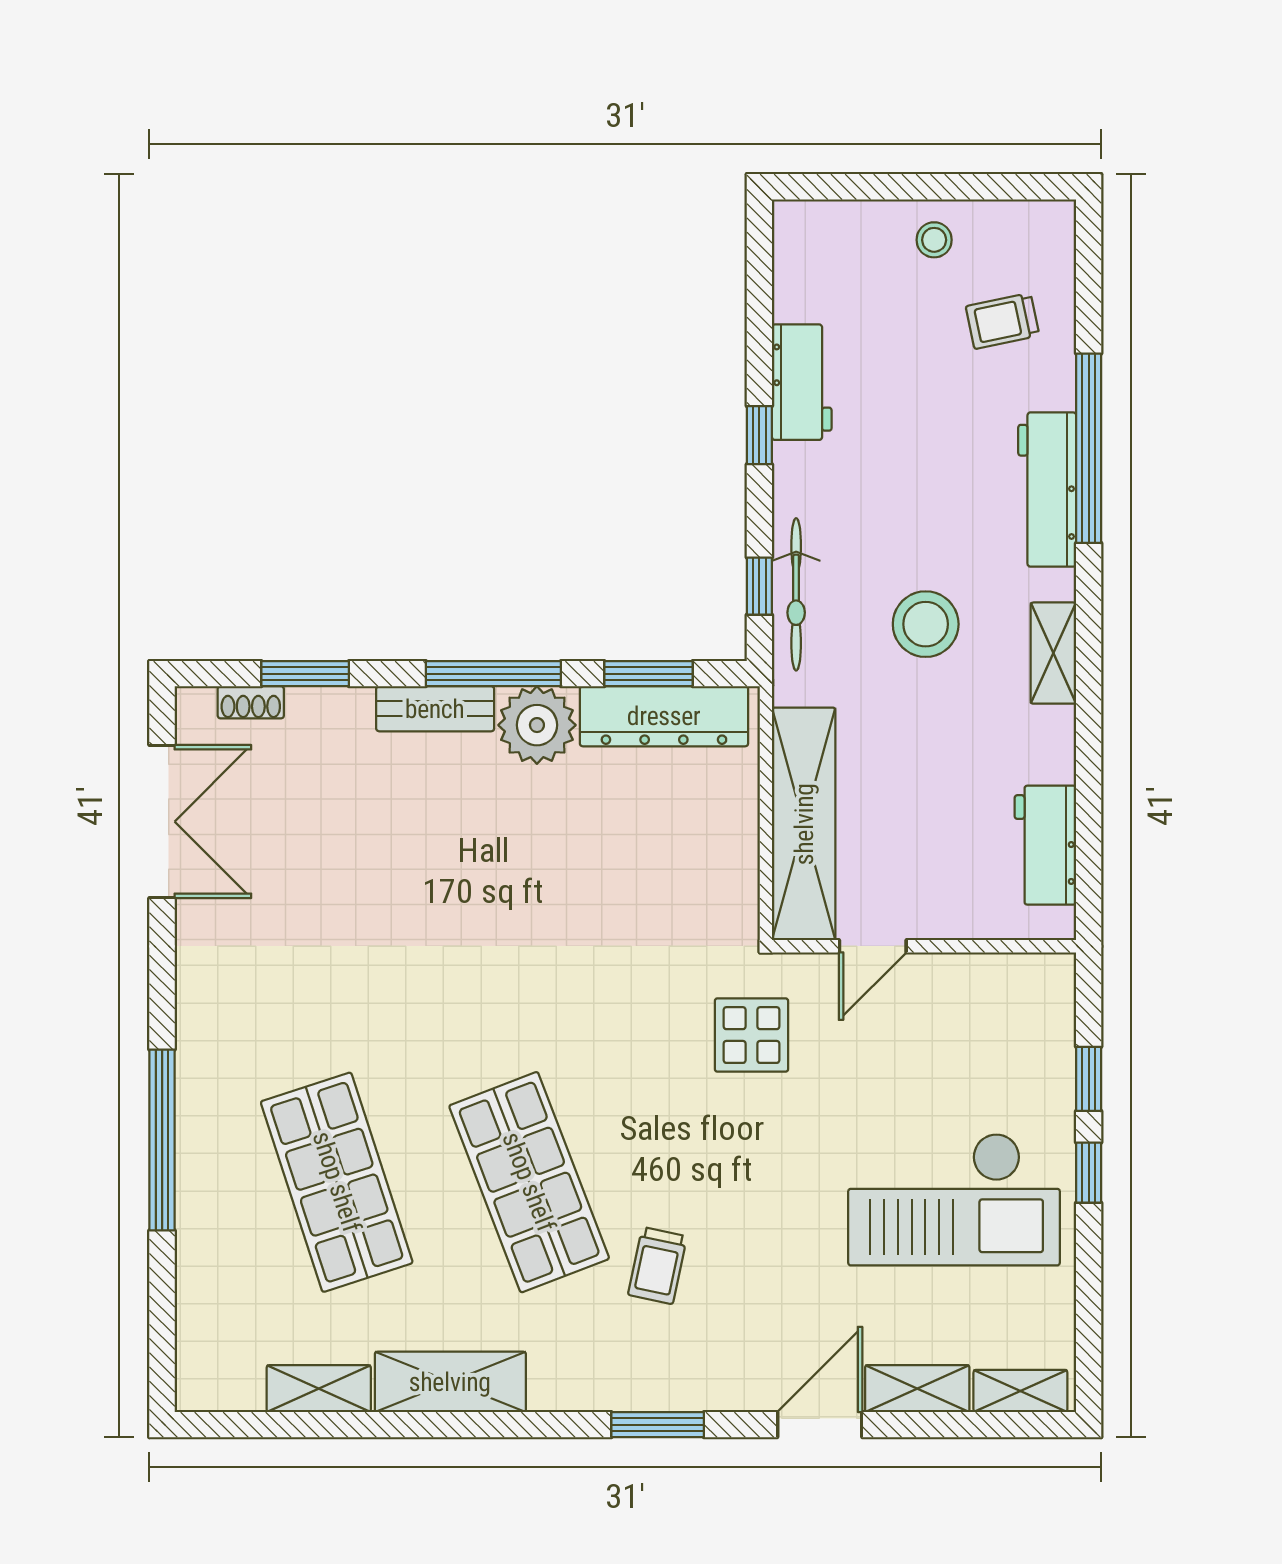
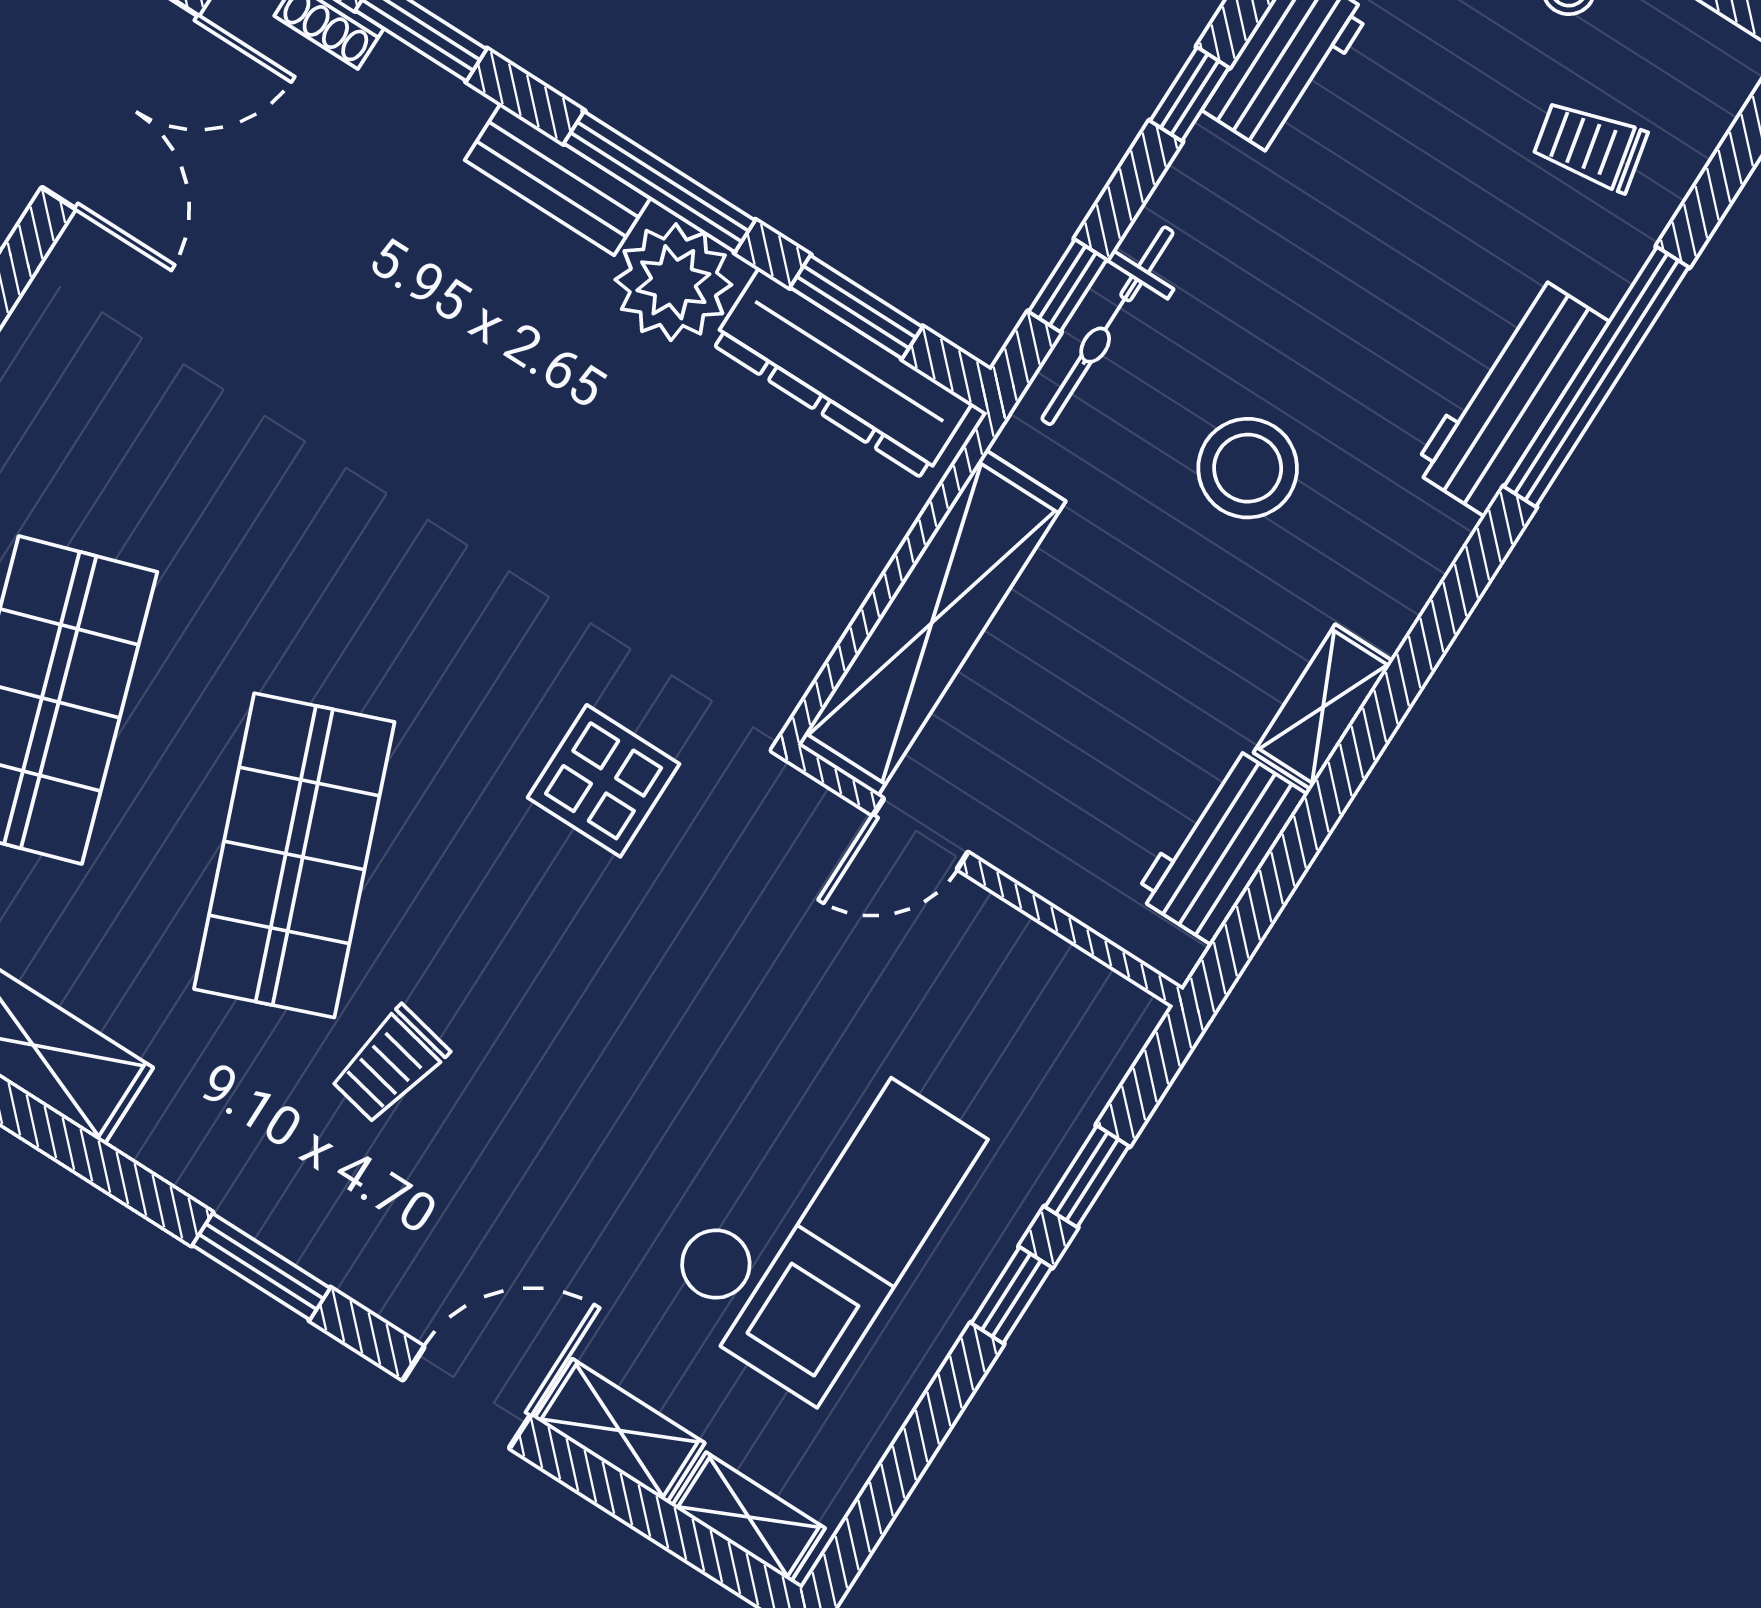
shelving: (1053, 653) -> (1323, 707), moved
display table: (751, 1035) -> (604, 781), moved
checkout: (954, 1199) -> (819, 1220), turned -90

